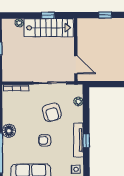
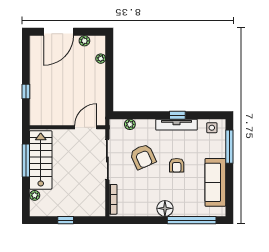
window: (48, 15) -> (26, 161), width x2.17
armchair: (52, 112) -> (143, 157), turned 81

